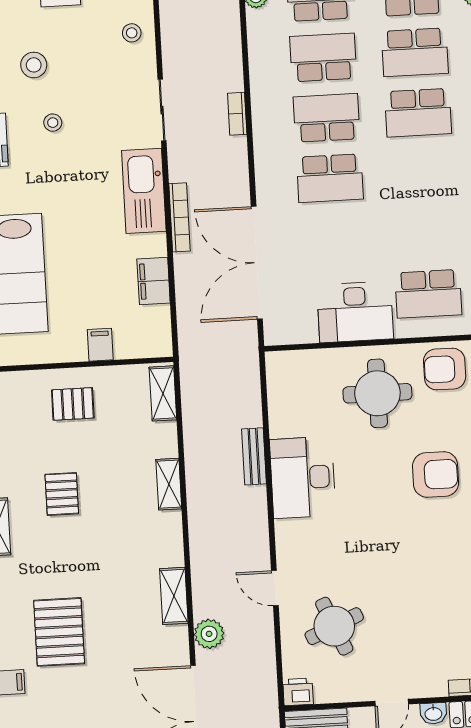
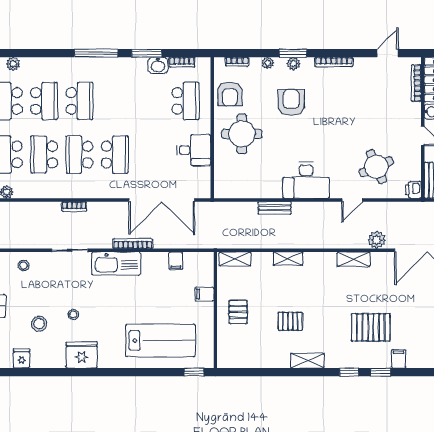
filing cabinet: (154, 281) -> (176, 261), width x0.50
desk: (355, 312) -> (194, 150), width x0.73
desk: (303, 477) -> (306, 180), moved

